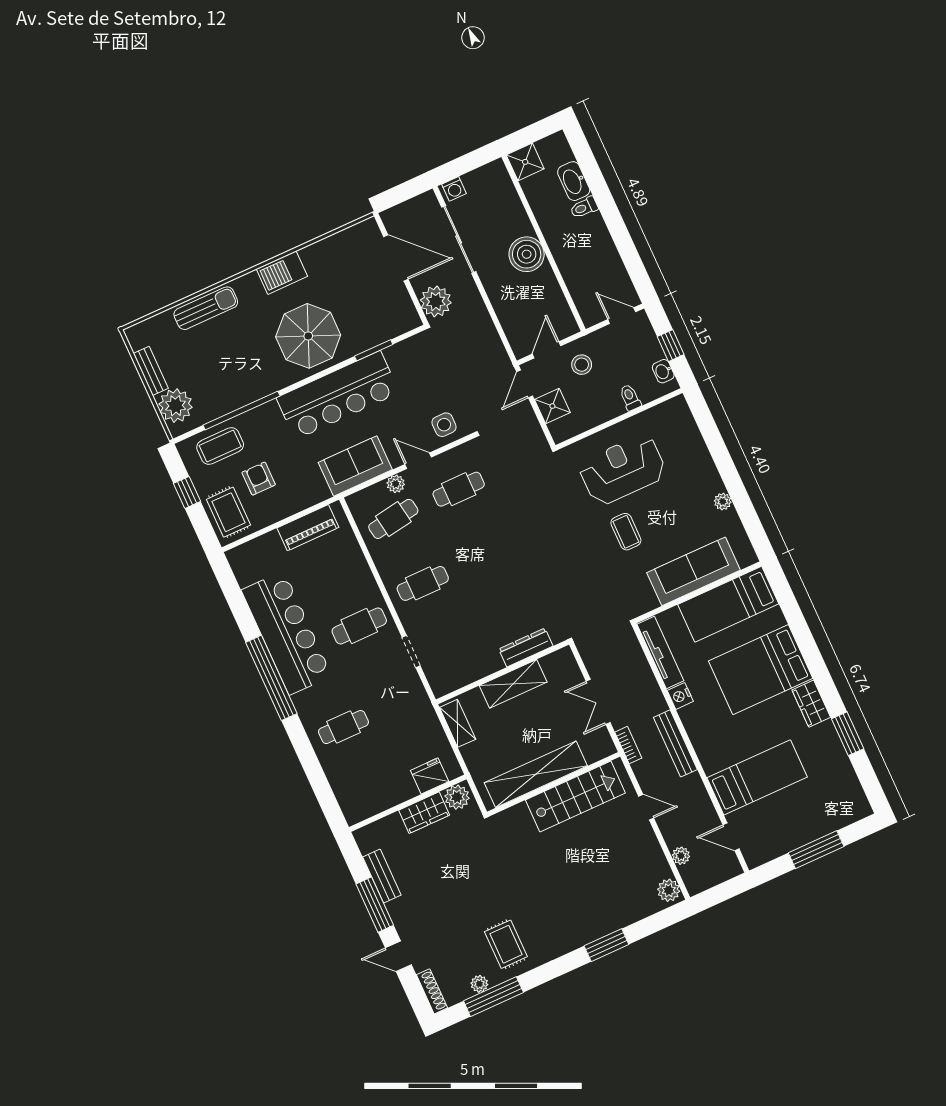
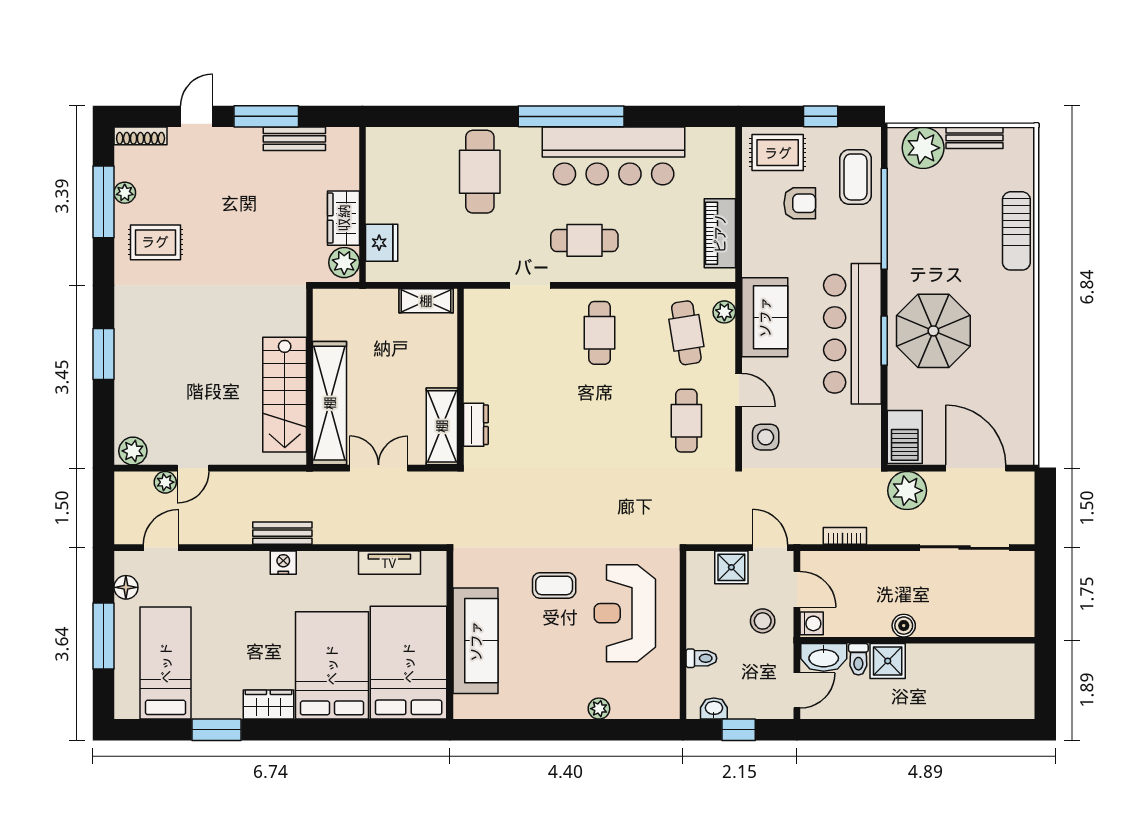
shower: (525, 162) -> (888, 661), moved
washbasin: (574, 181) -> (824, 657), moved, turned 180
washing machine: (454, 189) -> (812, 623), moved, turned 180
toilet: (584, 207) -> (858, 659), moved, turned 180
boiler: (527, 254) -> (904, 626), width x0.54, depth x0.54
door: (396, 258) -> (976, 468), swing flipped
barbecue: (282, 273) -> (905, 437), moved, turned 180
window: (374, 350) -> (884, 341), moved
door: (418, 461) -> (739, 390), hinge flipped
reception desk: (623, 470) -> (625, 613), turned 180
plant: (396, 484) -> (724, 312), moved
plant: (723, 502) -> (599, 709), moved
bed: (728, 604) -> (409, 663), width x1.50
cafe table: (359, 626) -> (584, 240), turned 90
dresser: (526, 647) -> (476, 425), width x0.70
tv unit: (660, 652) -> (389, 563), width x0.71
shelving: (513, 684) -> (442, 426), moved
nightstand: (680, 696) -> (283, 563), moved
cafe table: (343, 727) -> (480, 172), width x1.37, depth x1.35
bench: (675, 743) -> (282, 533), width x0.73
bookcase: (628, 745) -> (845, 536), moved, turned 180
shelving: (536, 774) -> (330, 403), moved
bed: (757, 777) -> (166, 663), moved, turned 180
door: (646, 807) -> (193, 468), moved
floor lamp: (772, 849) -> (126, 587), added

